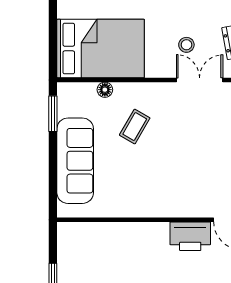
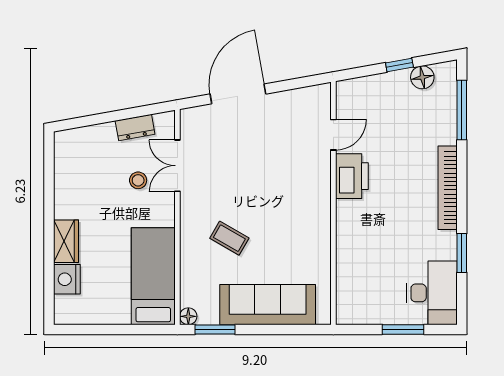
bed: (101, 49) -> (153, 276), width x0.67
floor lamp: (105, 90) -> (188, 316), moved

